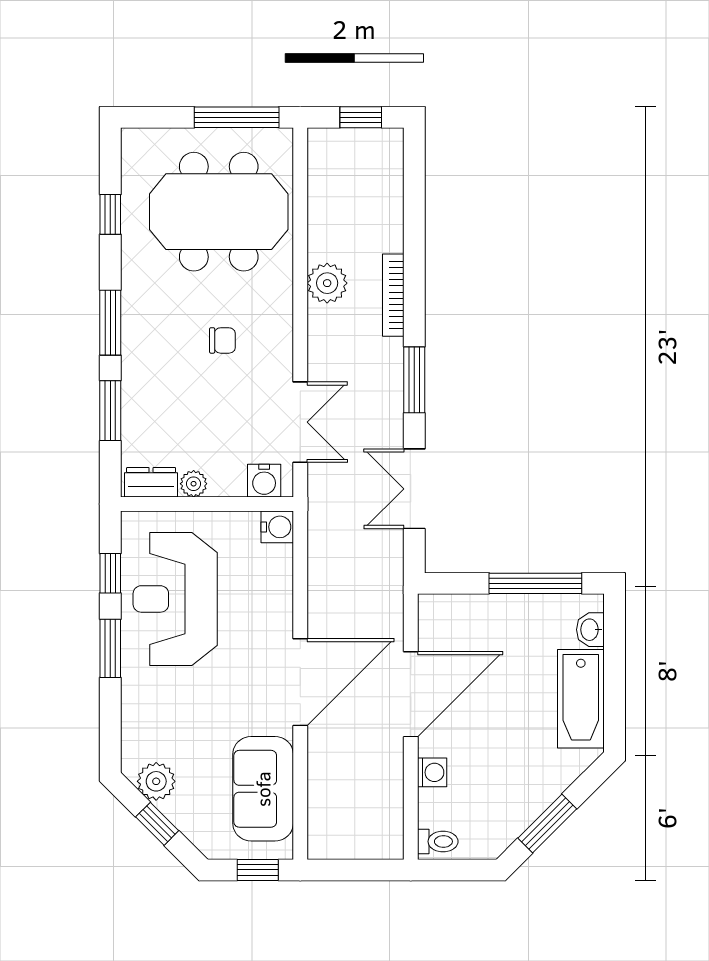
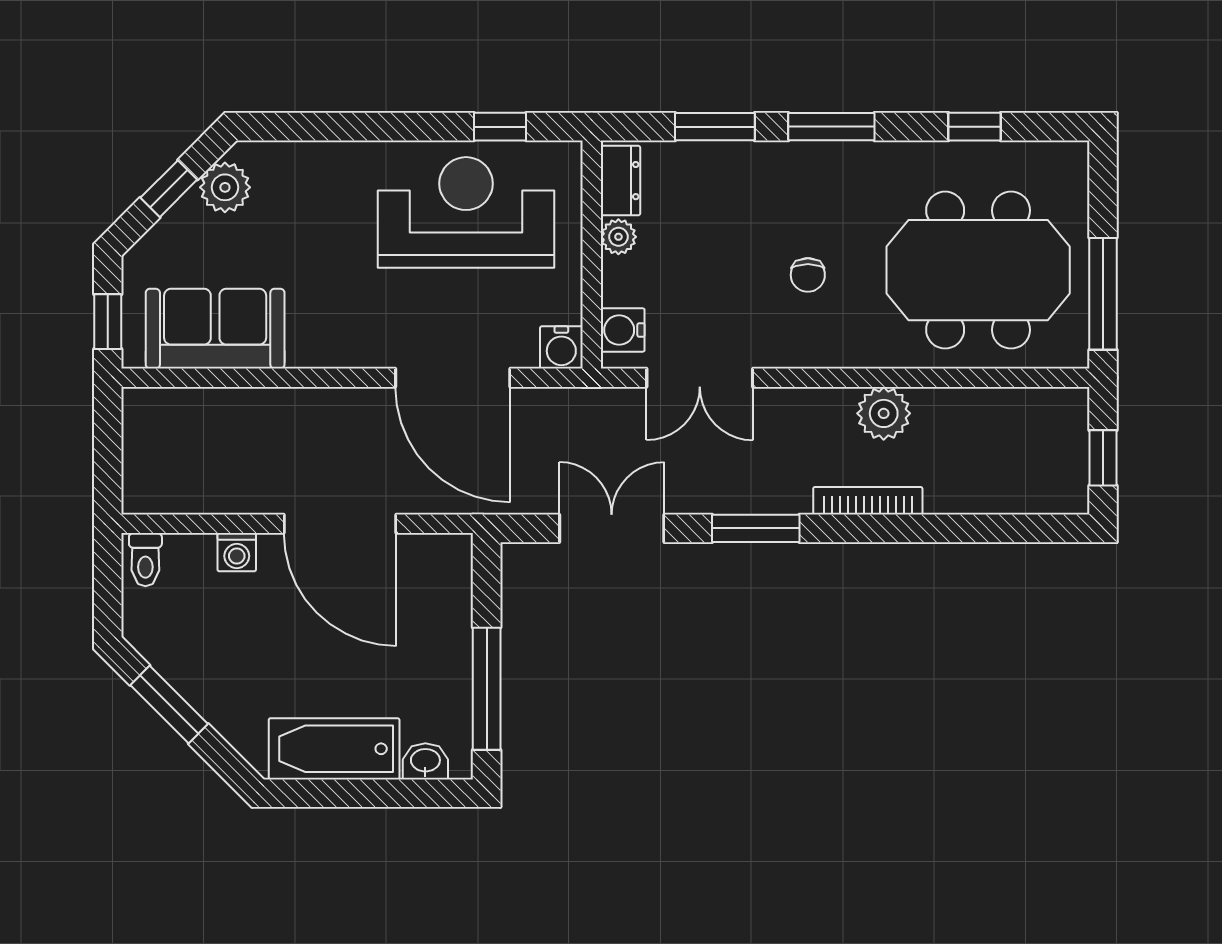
meeting table: (219, 212) -> (978, 270), turned 90
window: (110, 648) -> (401, 127), removed
door: (300, 682) -> (453, 378), moved

